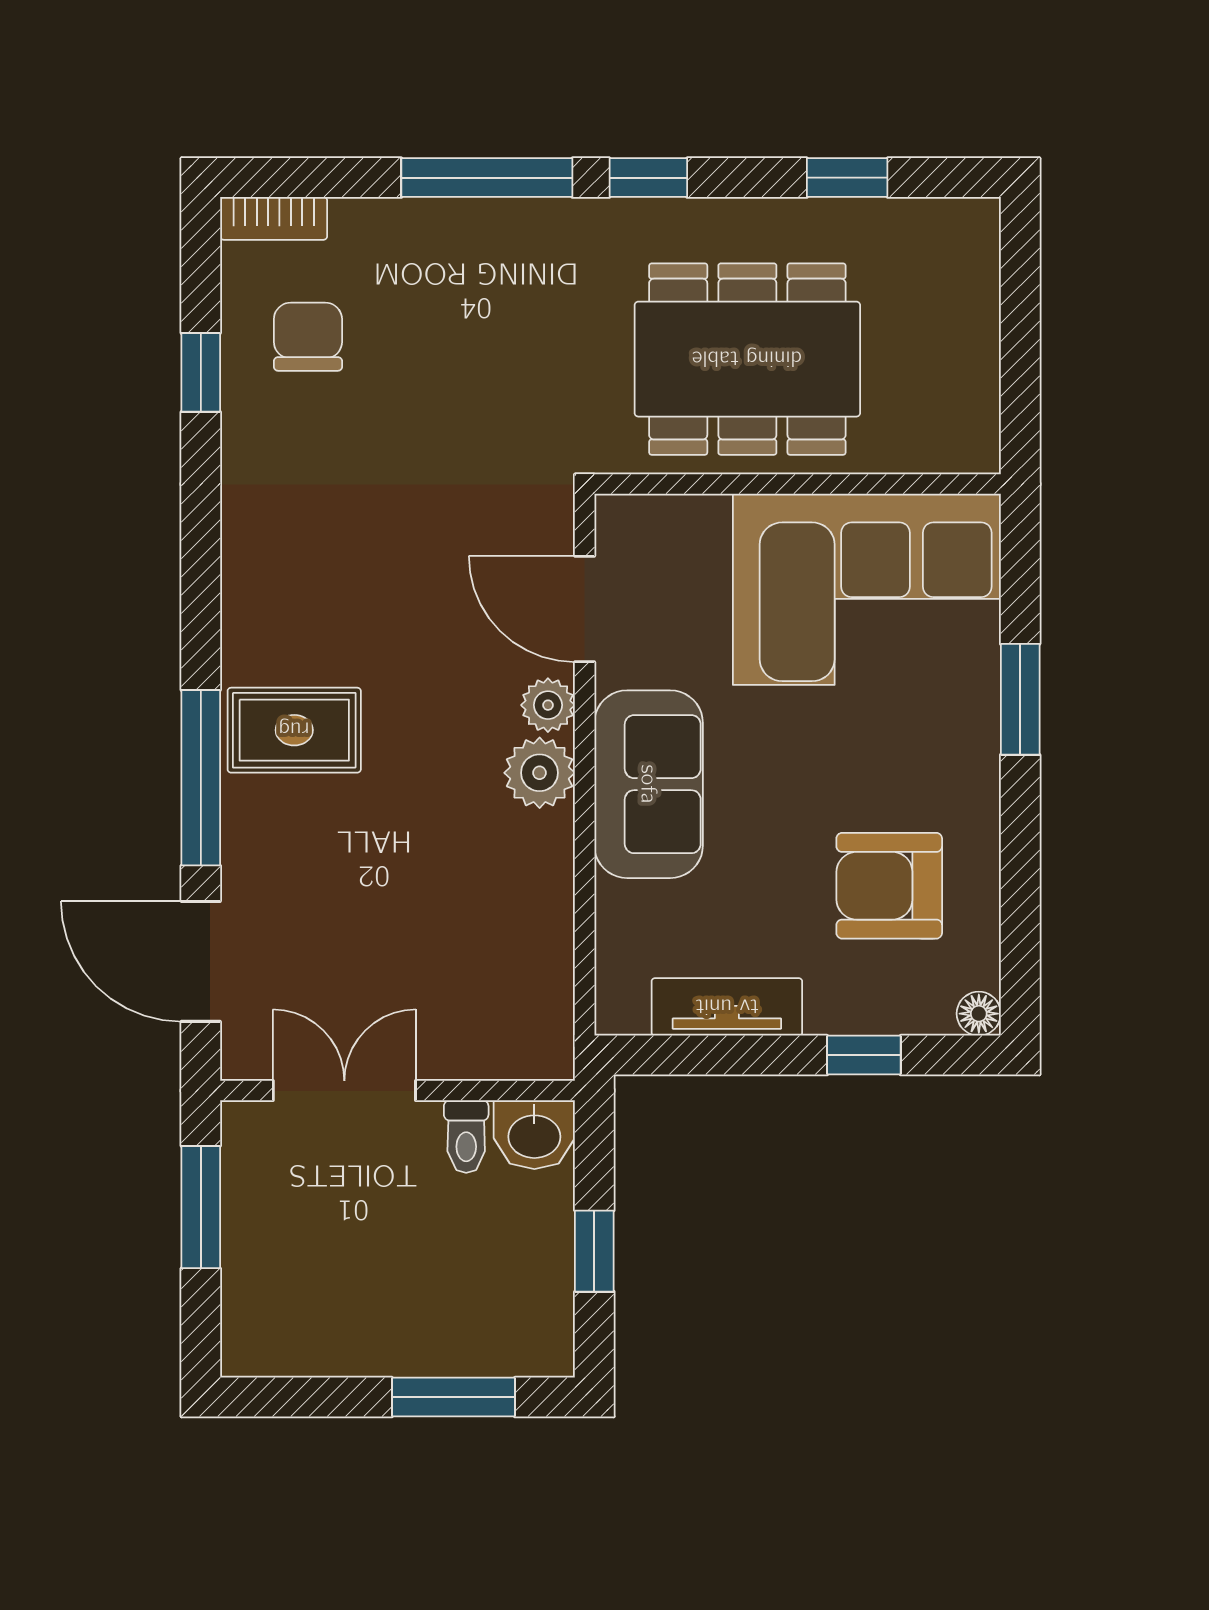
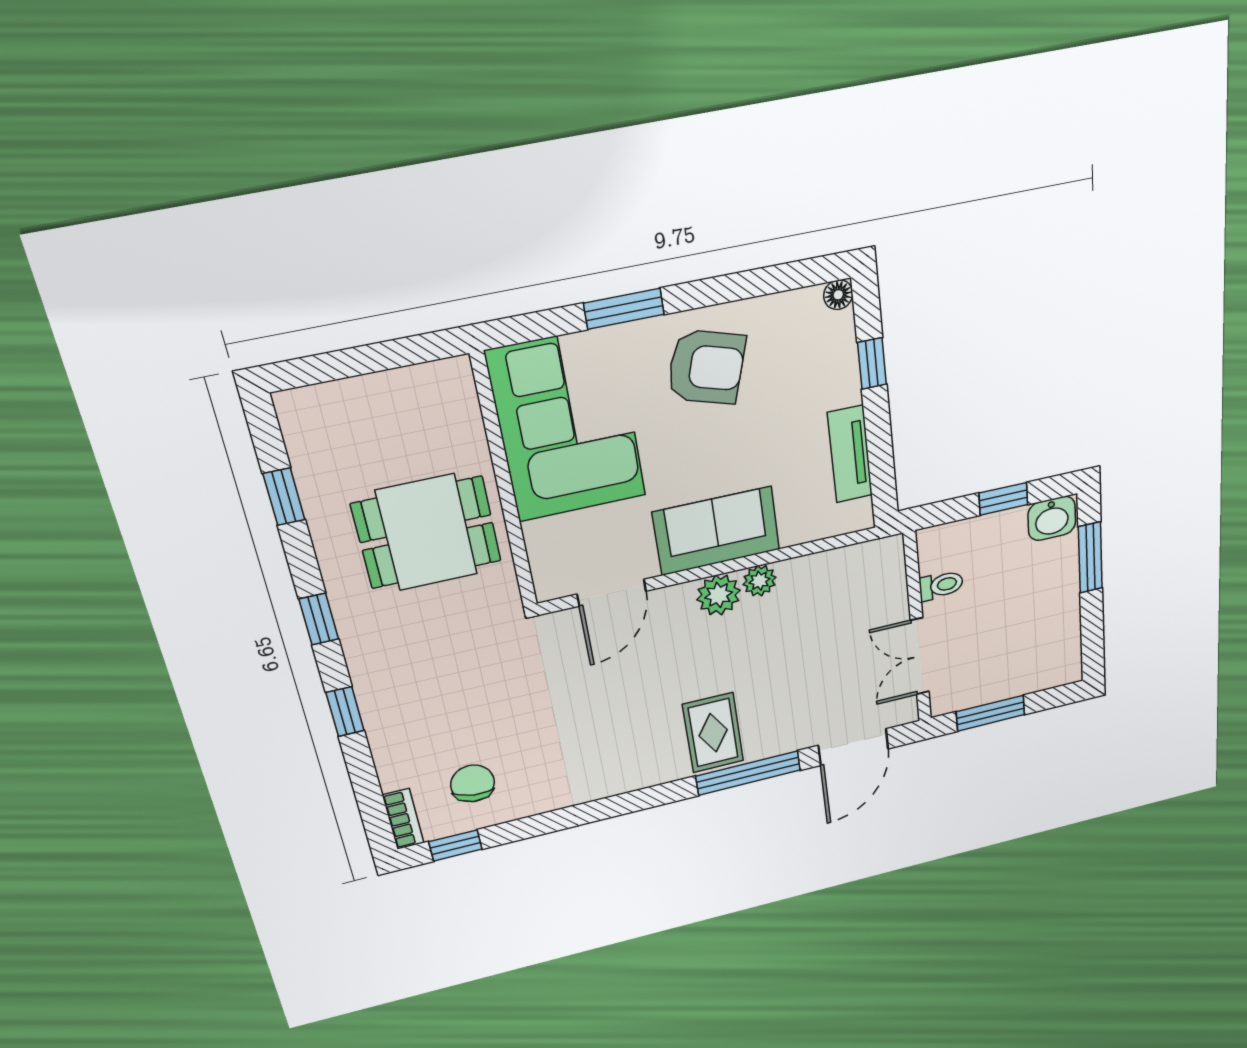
window: (487, 178) -> (345, 712), width x0.46
chair: (308, 337) -> (473, 783), turned 98
dining table: (747, 359) -> (427, 533), width x0.73
window: (201, 372) -> (455, 845), moved
plant: (548, 705) -> (759, 581), moved
armchair: (889, 886) -> (706, 367), moved, turned -73
washbasin: (534, 1135) -> (1052, 518), moved, turned 90

